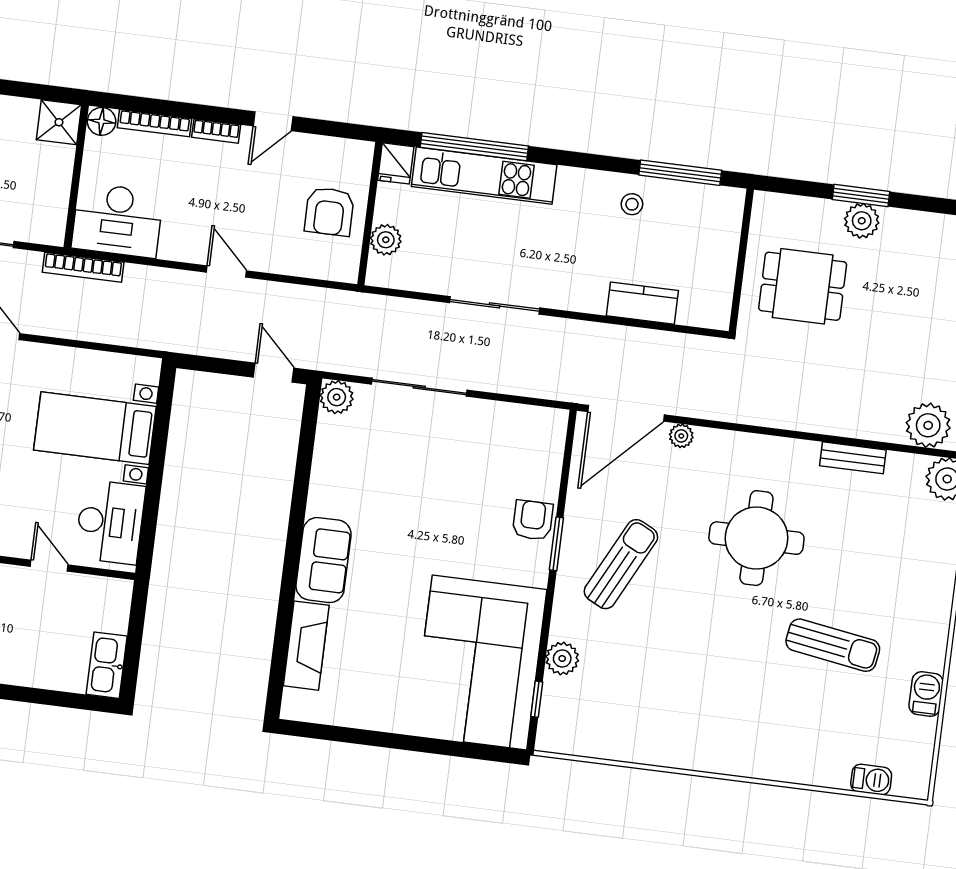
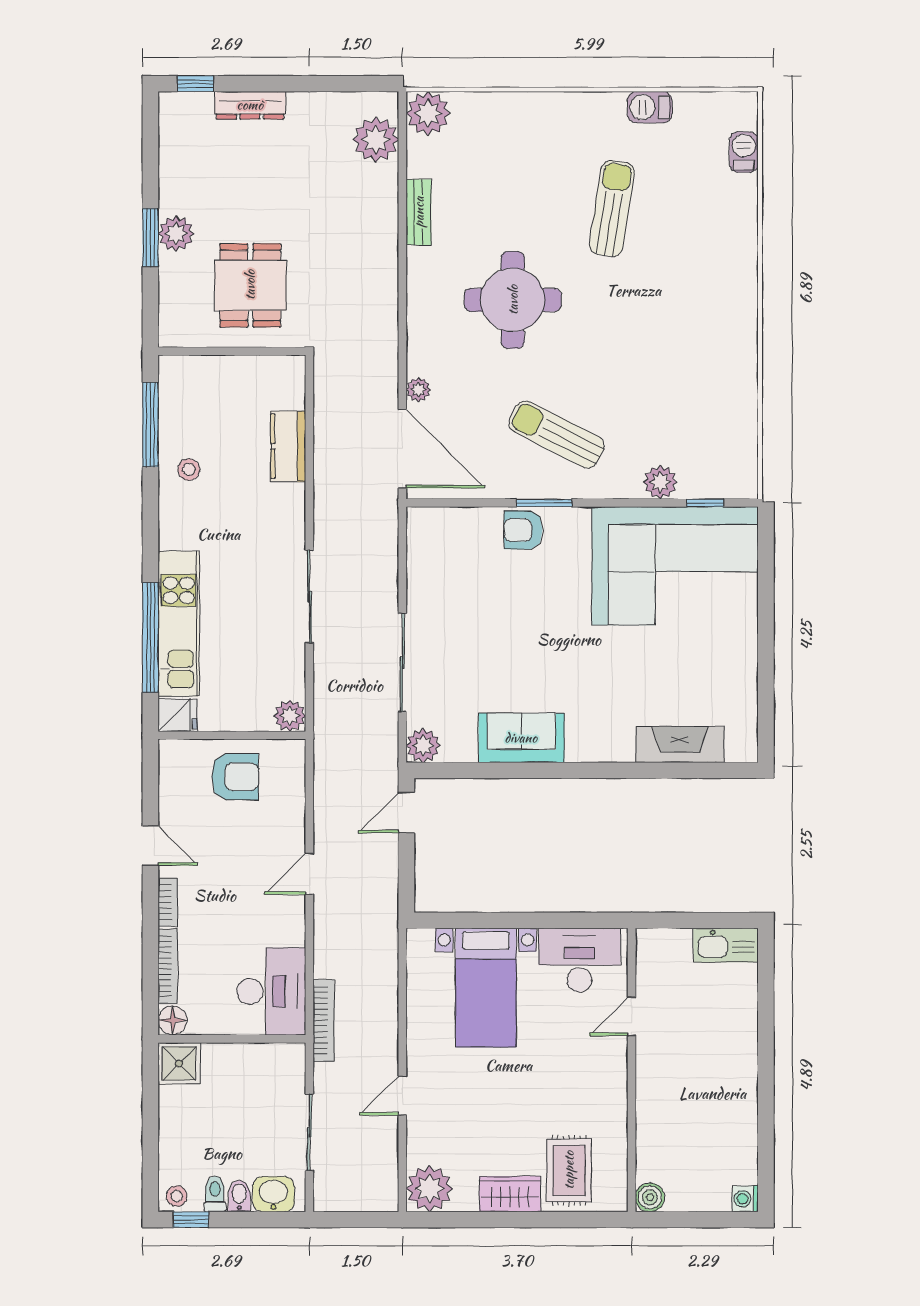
plant: (386, 240) -> (290, 716), moved
sofa: (324, 560) -> (521, 738), moved

